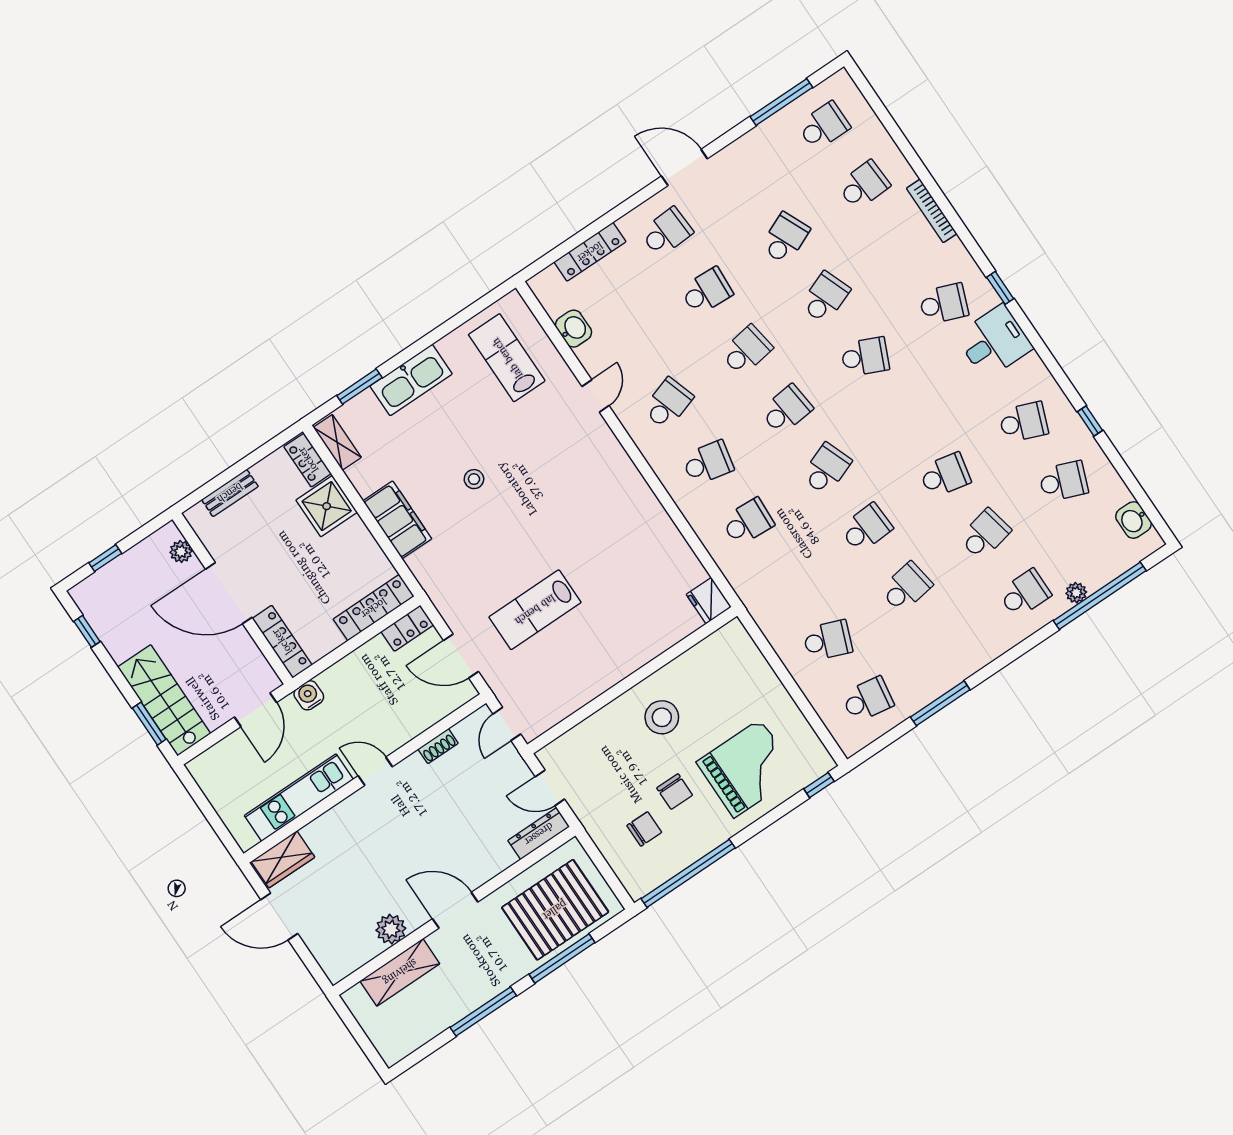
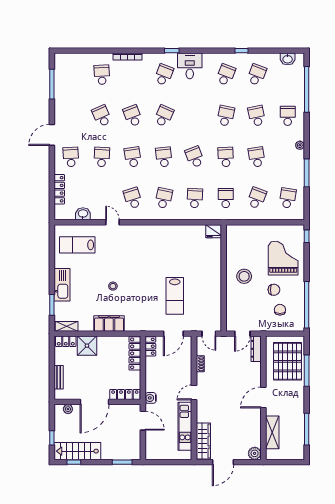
school desk: (824, 126) -> (226, 198), moved
plant: (1076, 593) -> (300, 145), moved
stairs: (164, 700) -> (77, 451), moved
wardrobe: (283, 859) -> (203, 441), width x1.50
plant: (391, 929) -> (255, 453), moved
window: (483, 1011) -> (307, 429), moved

